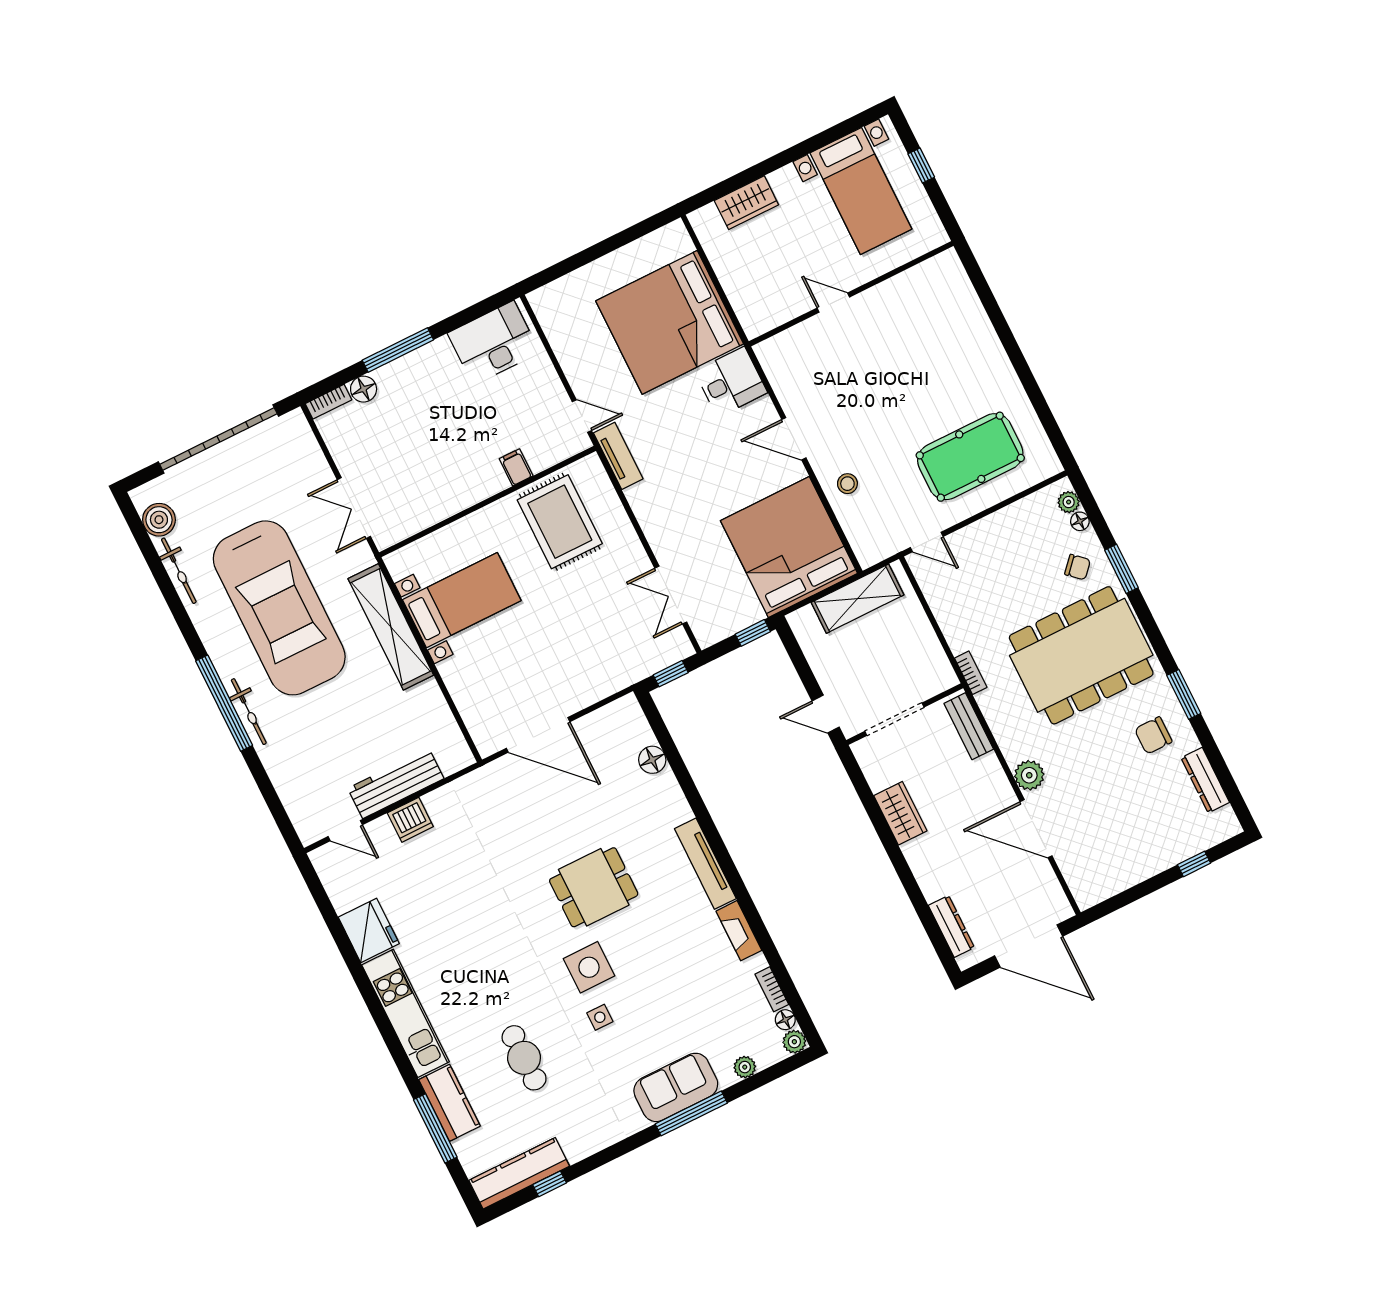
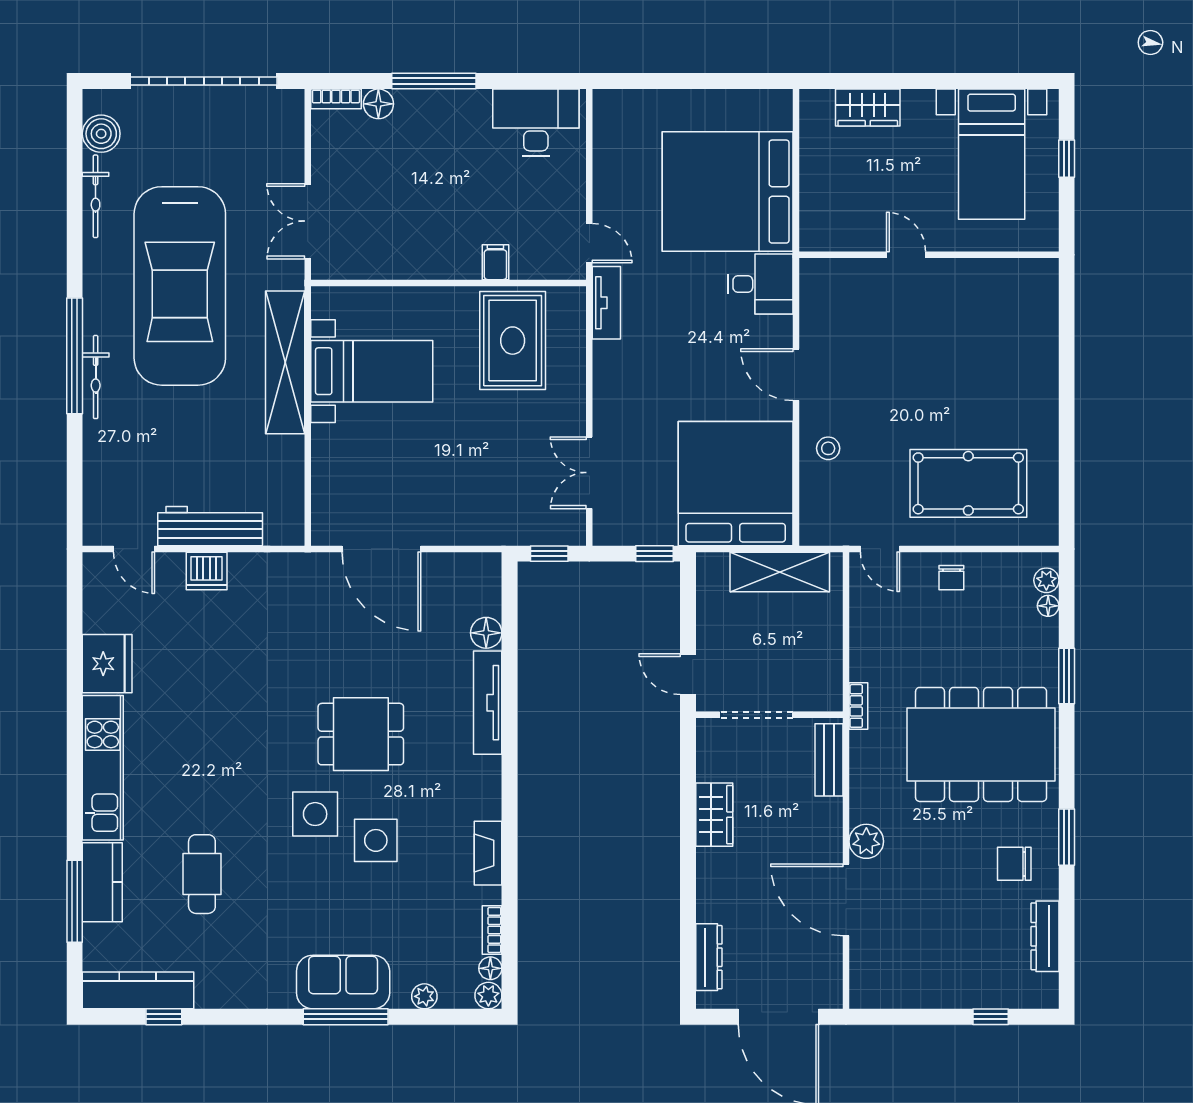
chair: (1078, 567) -> (951, 578), moved, turned 48
tv unit: (705, 864) -> (488, 703), moved
side table: (600, 1017) -> (376, 840), moved, width x1.87, depth x1.87

